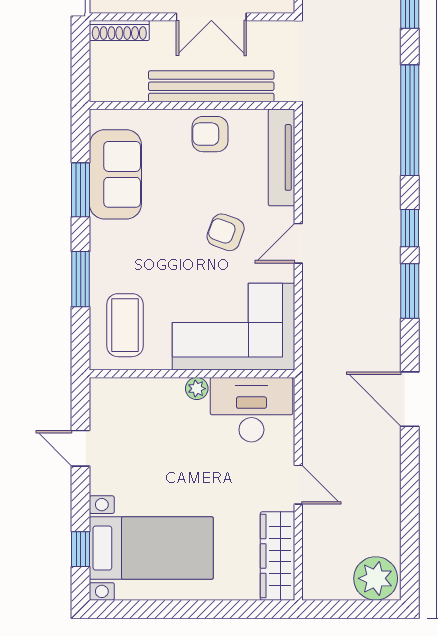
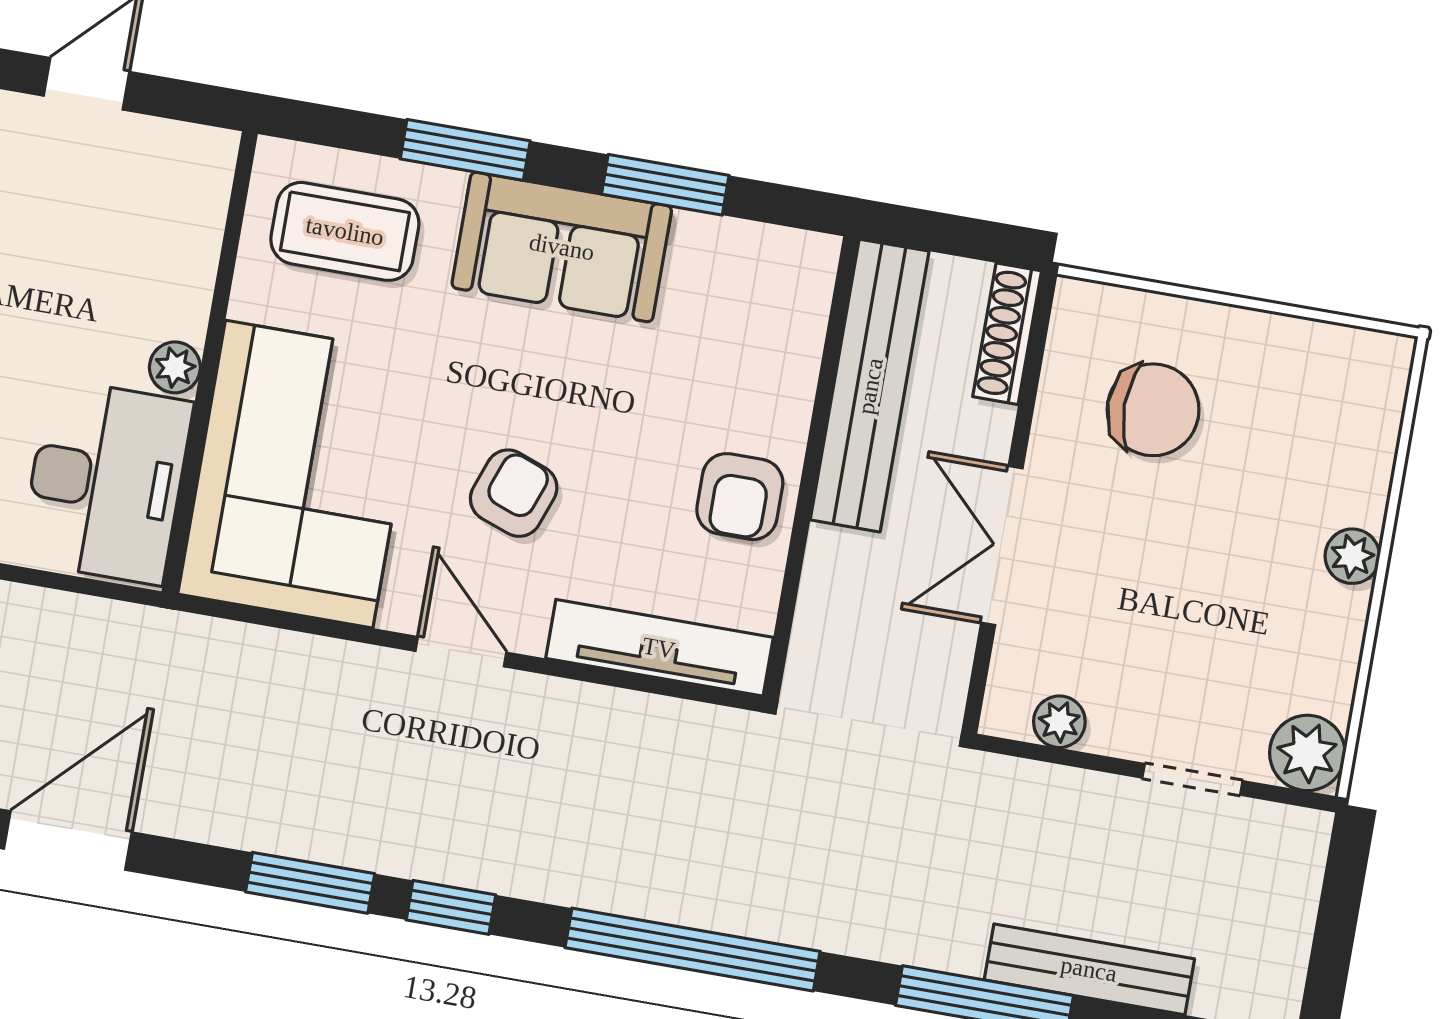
bench: (211, 86) -> (870, 386), moved
armchair: (210, 134) -> (740, 497), turned 180
sofa: (115, 174) -> (562, 247), moved

